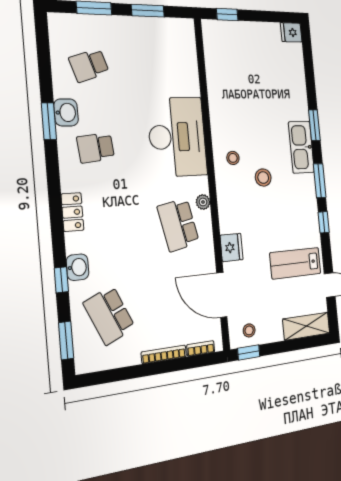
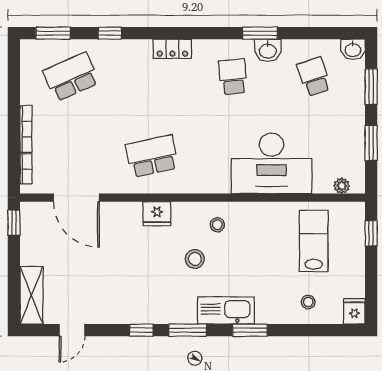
desk: (177, 137) -> (271, 163), moved
plant: (203, 202) -> (342, 186), moved
fridge: (232, 247) -> (157, 214), moved
lab bench: (295, 263) -> (314, 241), moved
washbasin: (78, 267) -> (353, 49), moved
door: (222, 295) -> (76, 198), swing flipped
stool: (249, 330) -> (308, 302), moved

